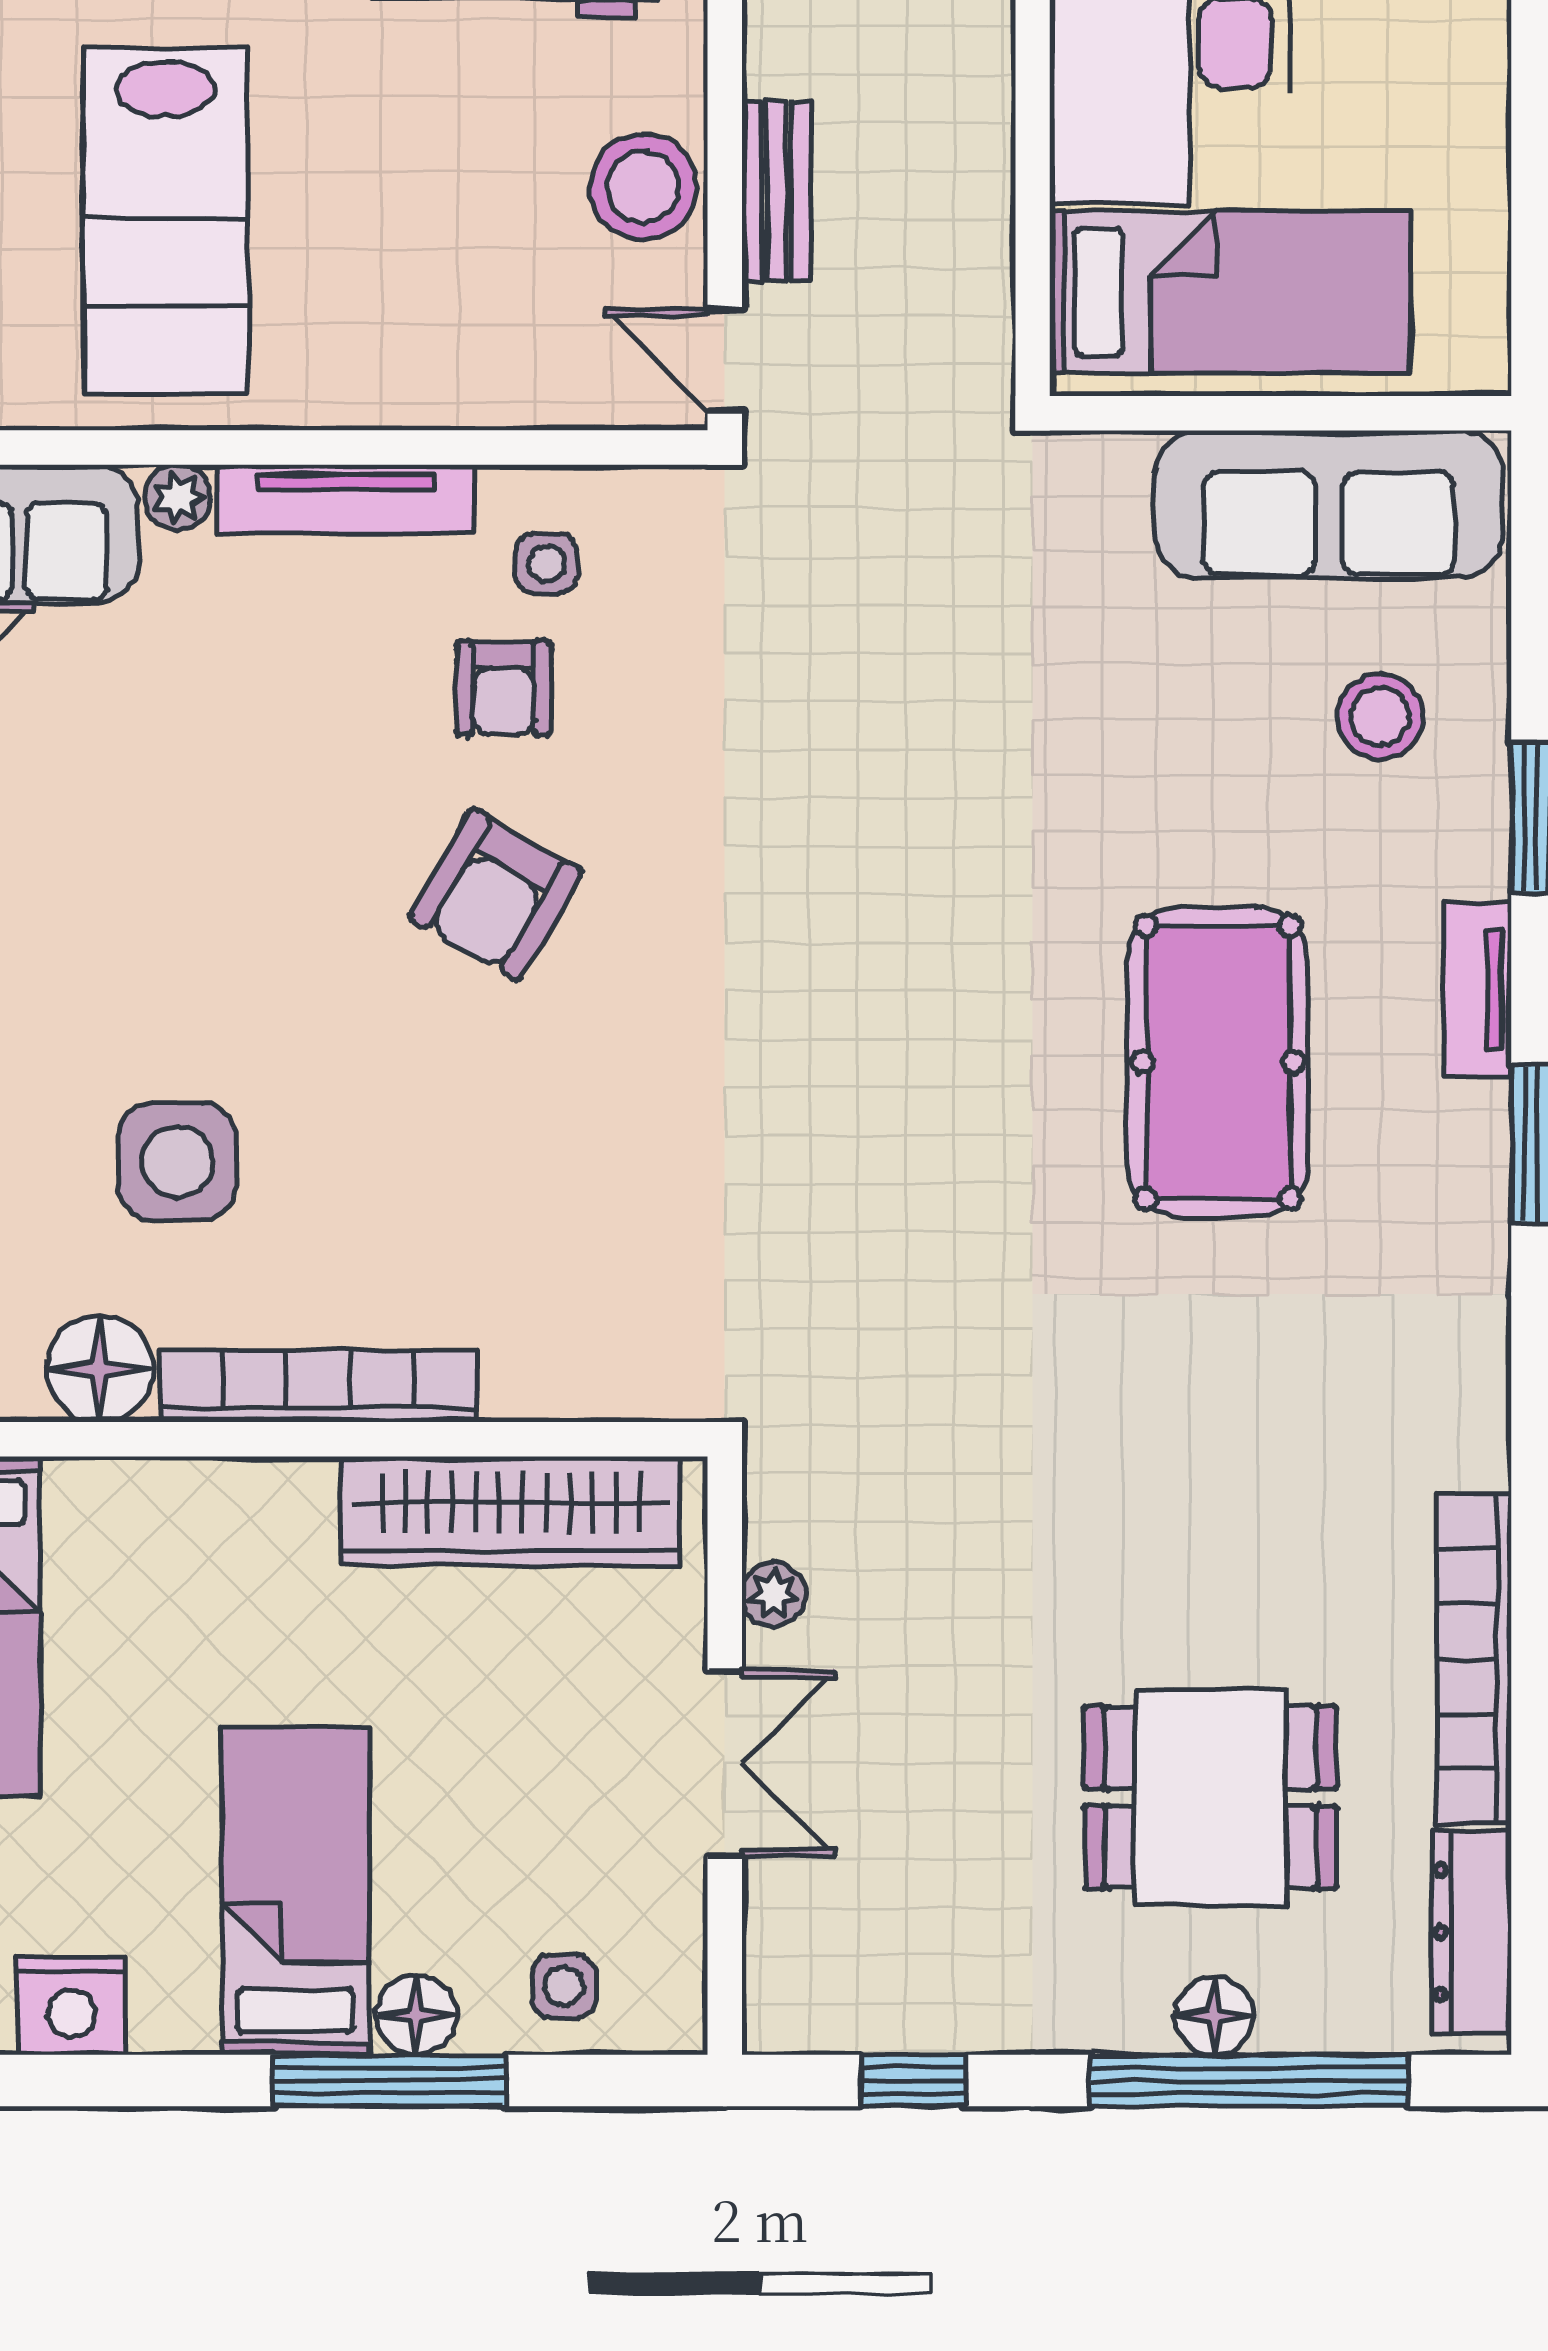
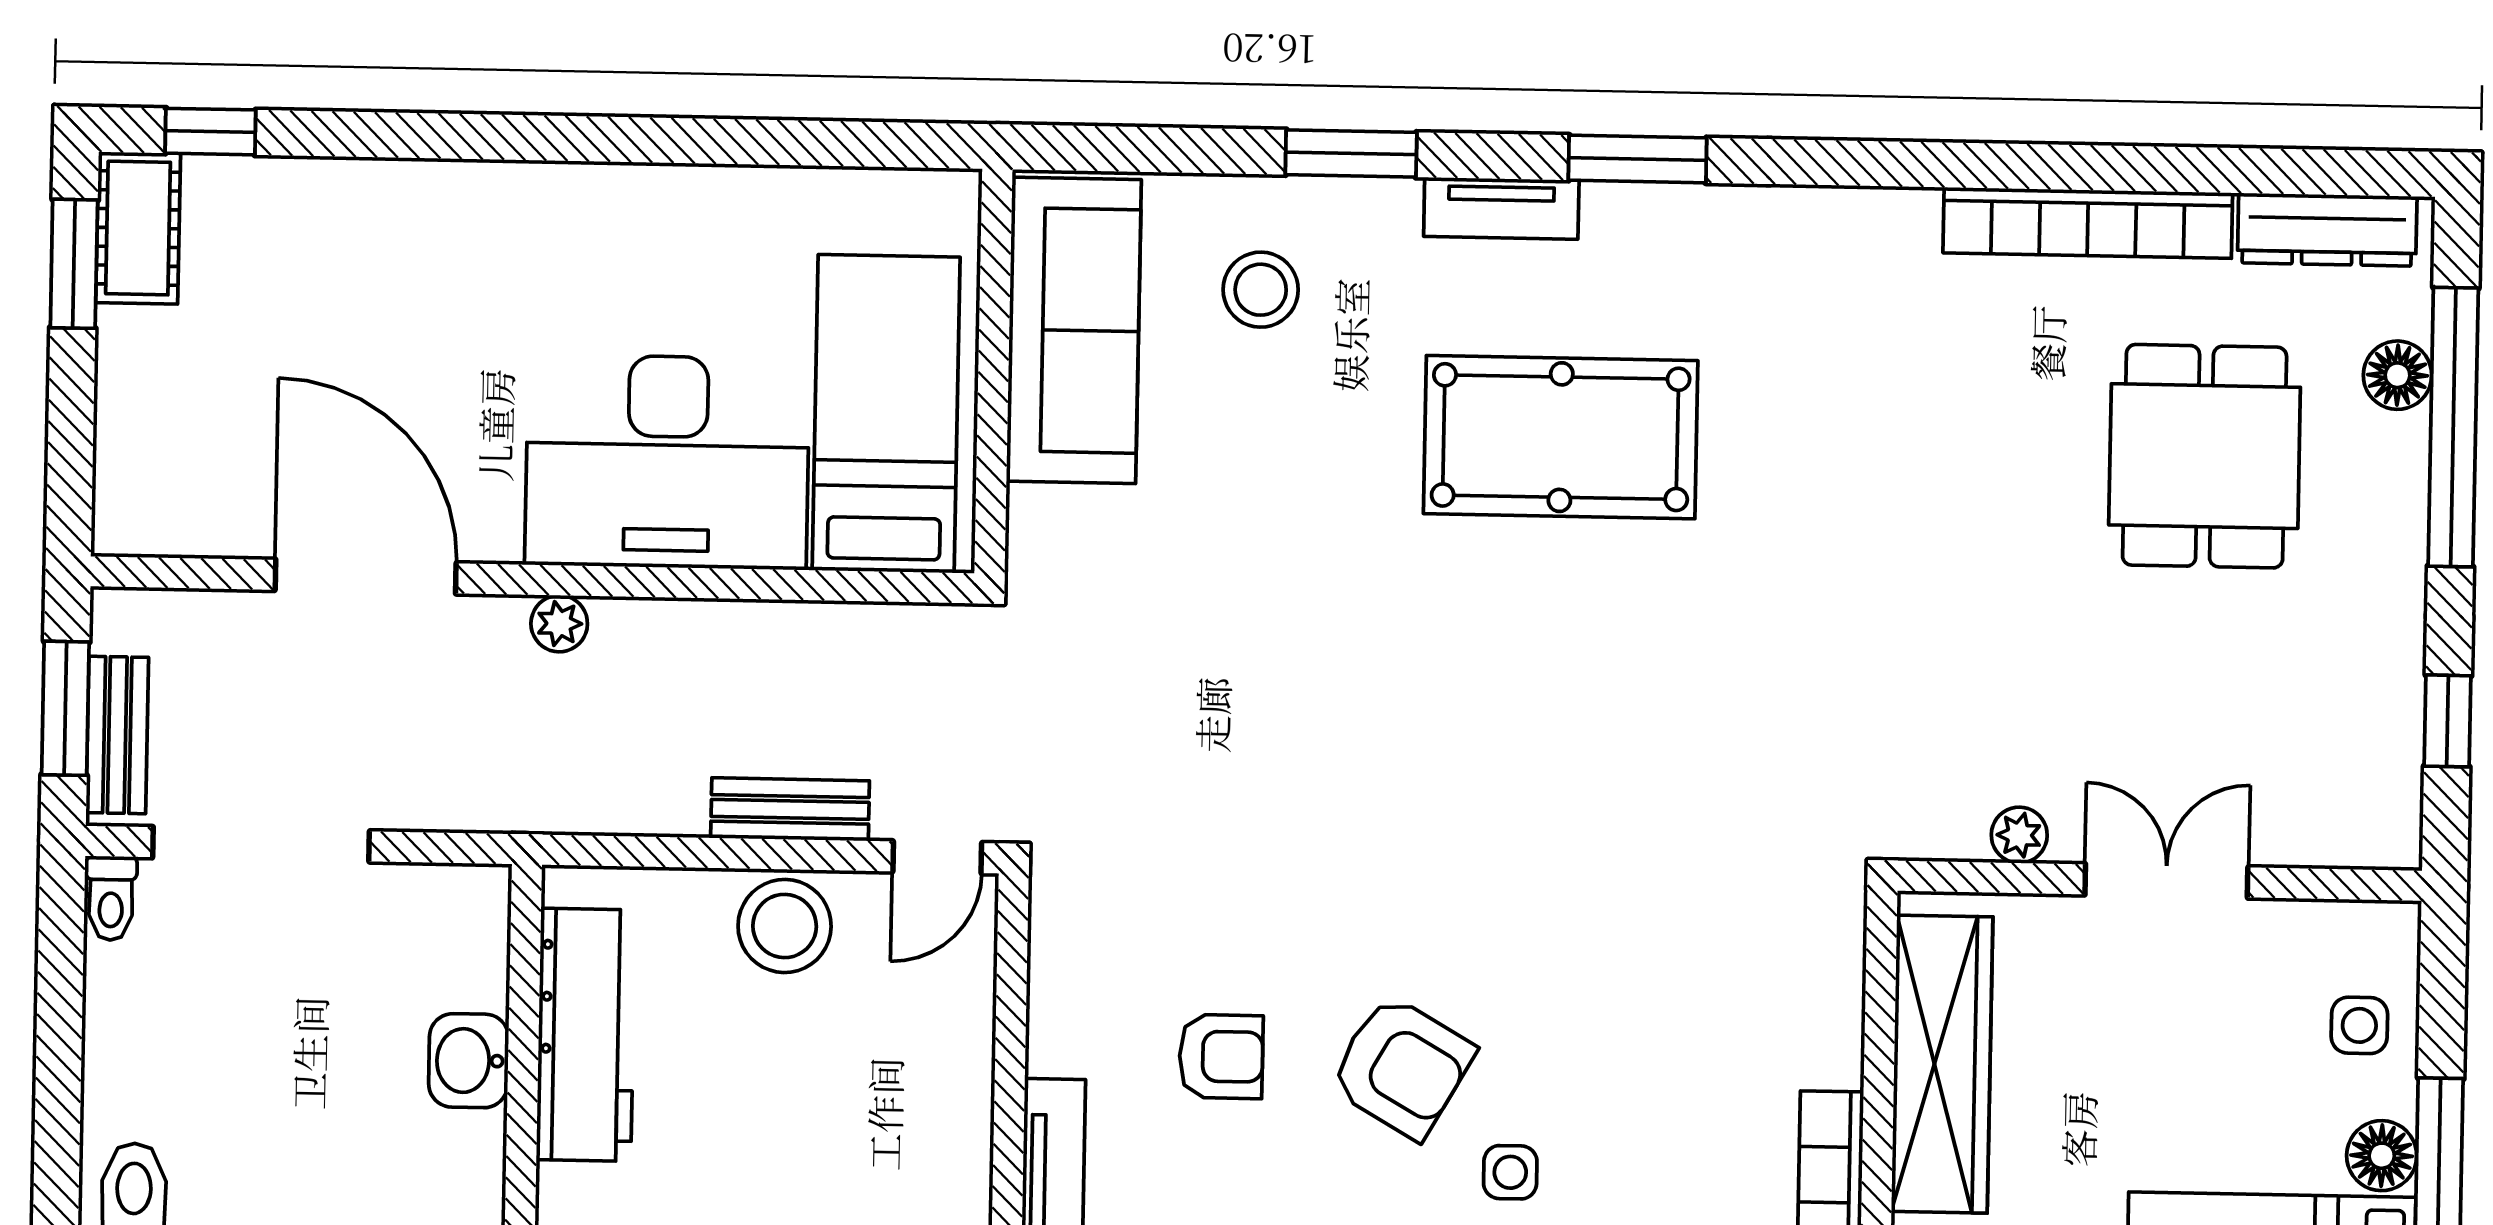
side table: (547, 564) -> (1510, 1172), moved
floor lamp: (1214, 2016) -> (2397, 375), moved

